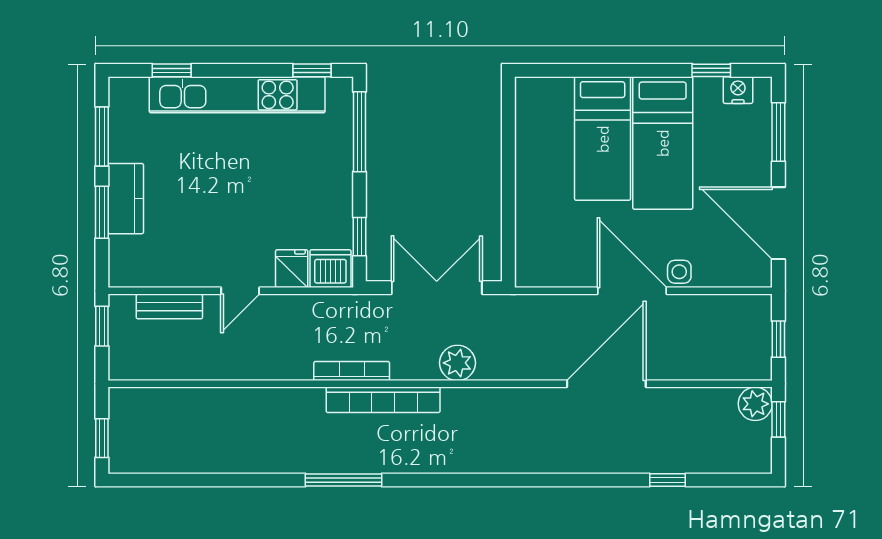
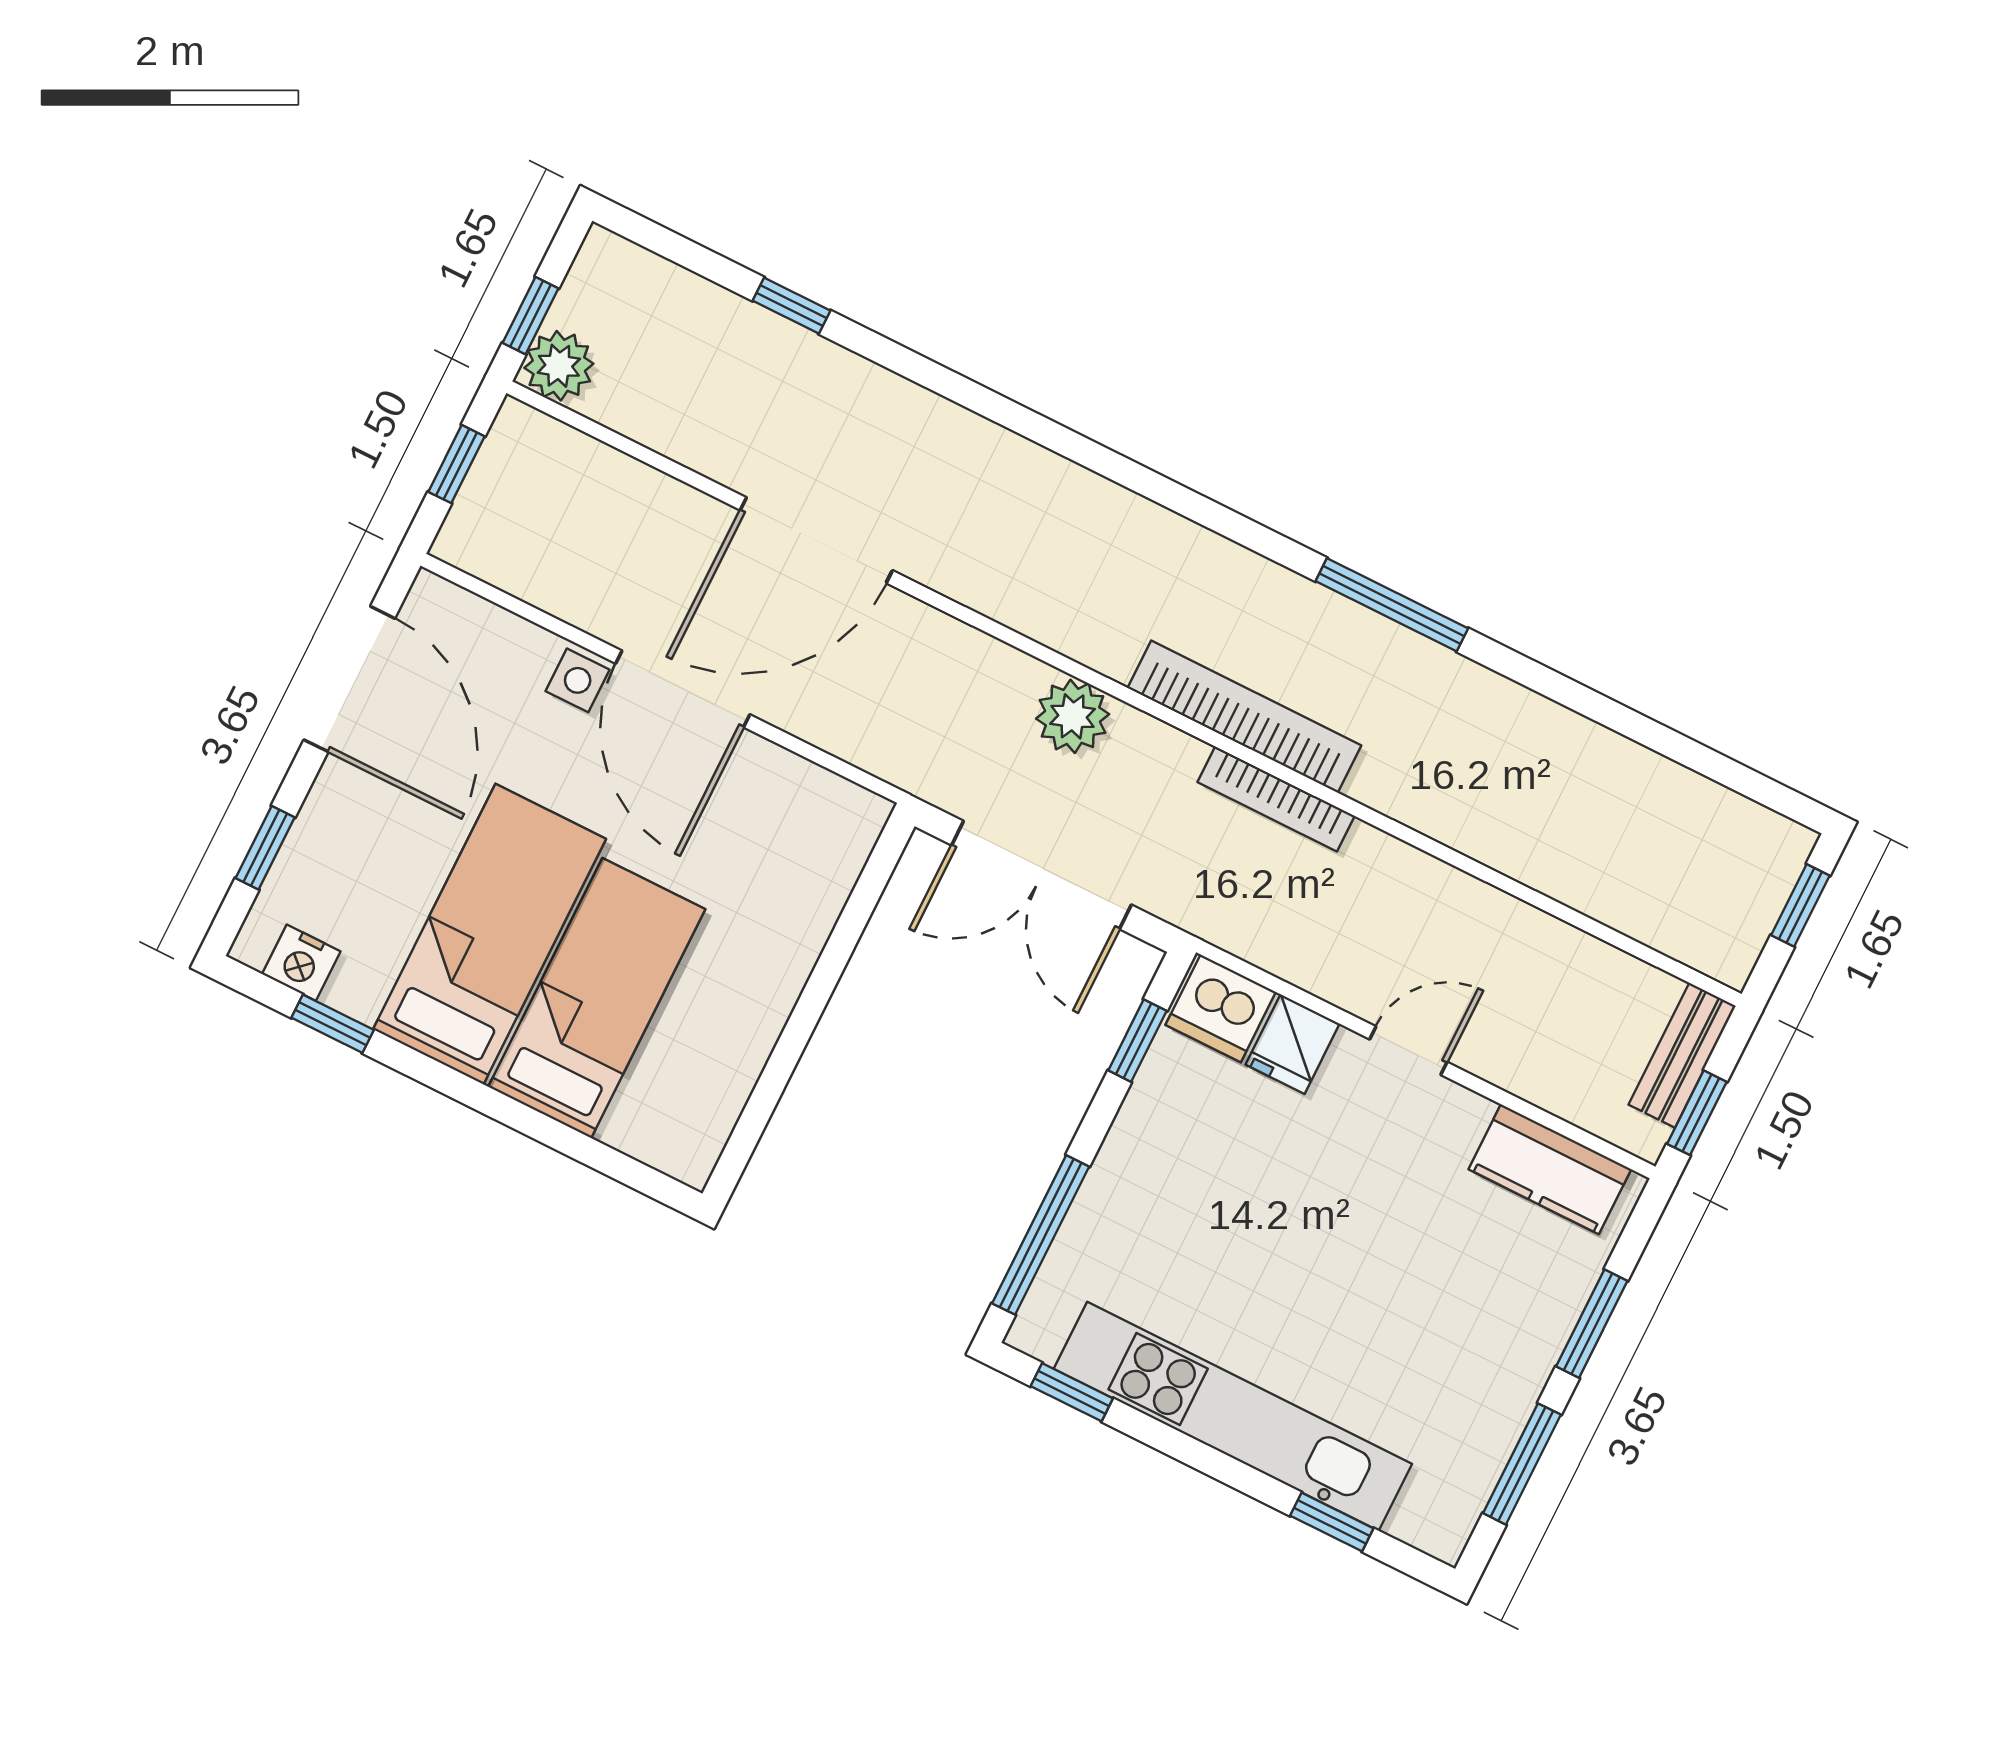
window: (778, 132) -> (265, 848), width x0.67
kitchen counter: (126, 199) -> (1550, 1169), moved, turned -90
bench: (169, 306) -> (1682, 1055), moved, turned 90

